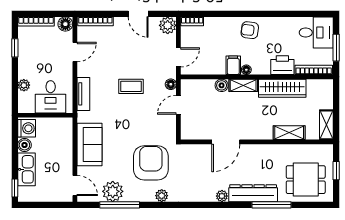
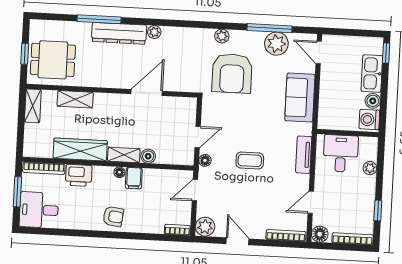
dining table: (306, 180) -> (53, 60), moved

